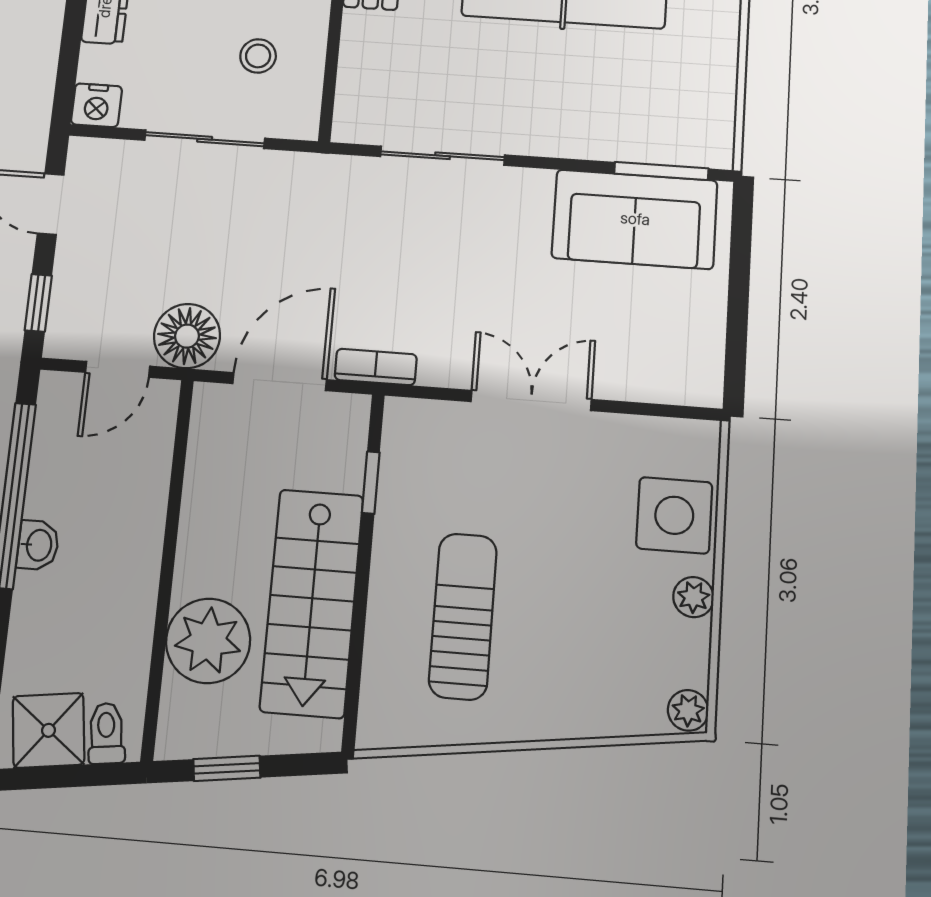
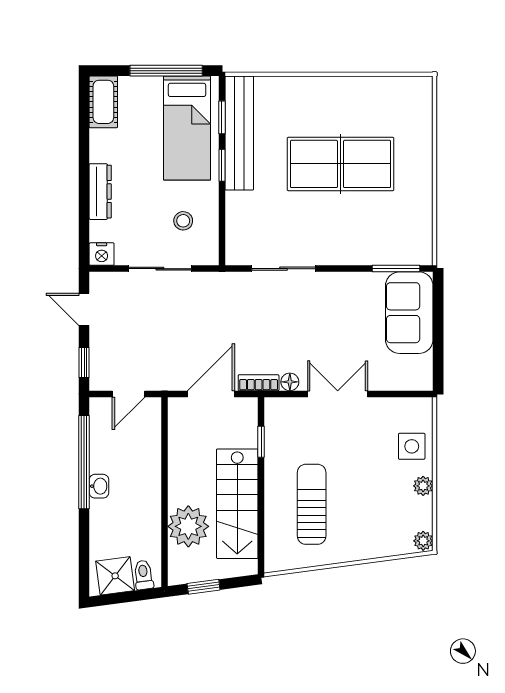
sofa: (635, 219) -> (409, 313), moved, turned 90
floor lamp: (187, 336) -> (290, 382), moved, width x0.53, depth x0.53
side table: (674, 515) -> (412, 446), width x0.73, depth x0.73

